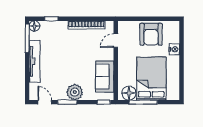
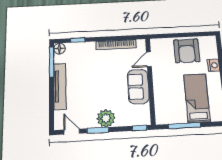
sofa: (105, 77) -> (138, 87), moved
bed: (151, 78) -> (197, 98), width x0.67
floor lamp: (129, 93) -> (168, 116), removed

